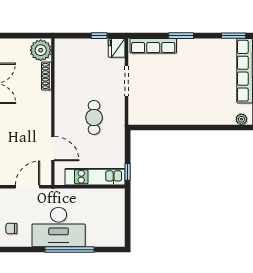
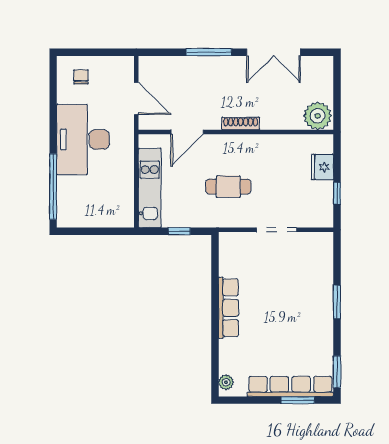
row of seats: (153, 46) -> (228, 308), moved, turned 180
fridge: (117, 48) -> (322, 167), moved, turned -90
shoe rack: (46, 76) -> (241, 123), moved
window: (128, 172) -> (179, 231), moved
window: (69, 250) -> (53, 187), moved

